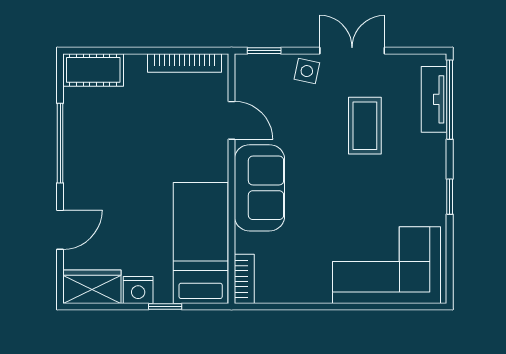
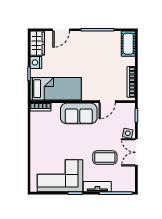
double door: (352, 51) -> (136, 152), swing flipped
tv unit: (434, 99) -> (97, 187), moved
door: (60, 230) -> (61, 30), hinge flipped
corner sofa: (387, 265) -> (60, 176), moved, turned -90

